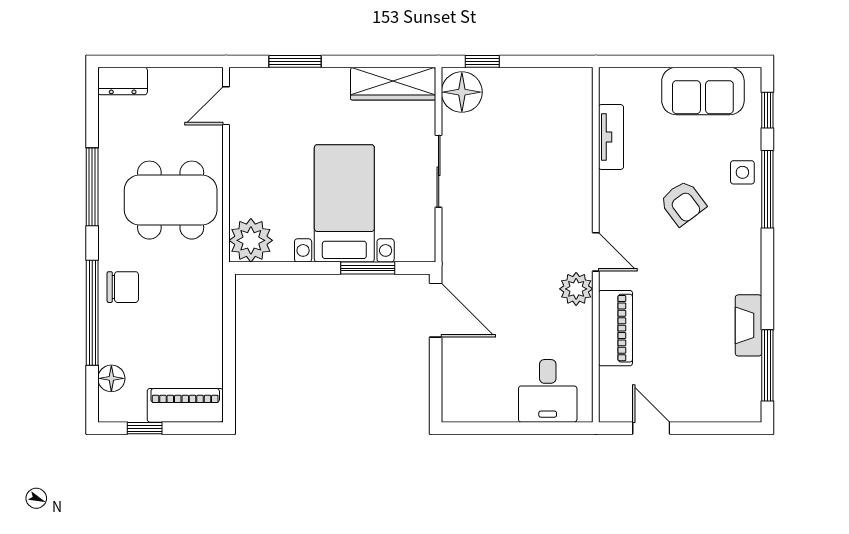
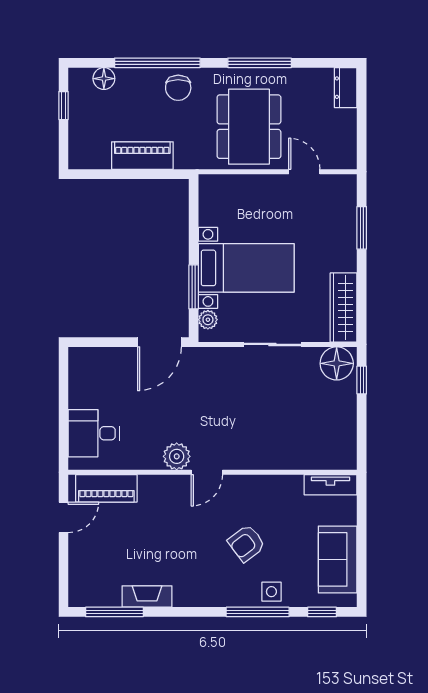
door: (226, 106) -> (304, 172), moved
tv unit: (611, 137) -> (330, 485), moved
plant: (251, 240) -> (208, 320), moved, width x0.53, depth x0.53
piano: (615, 328) -> (106, 488), moved
piano: (185, 405) -> (142, 156), moved, turned -90

